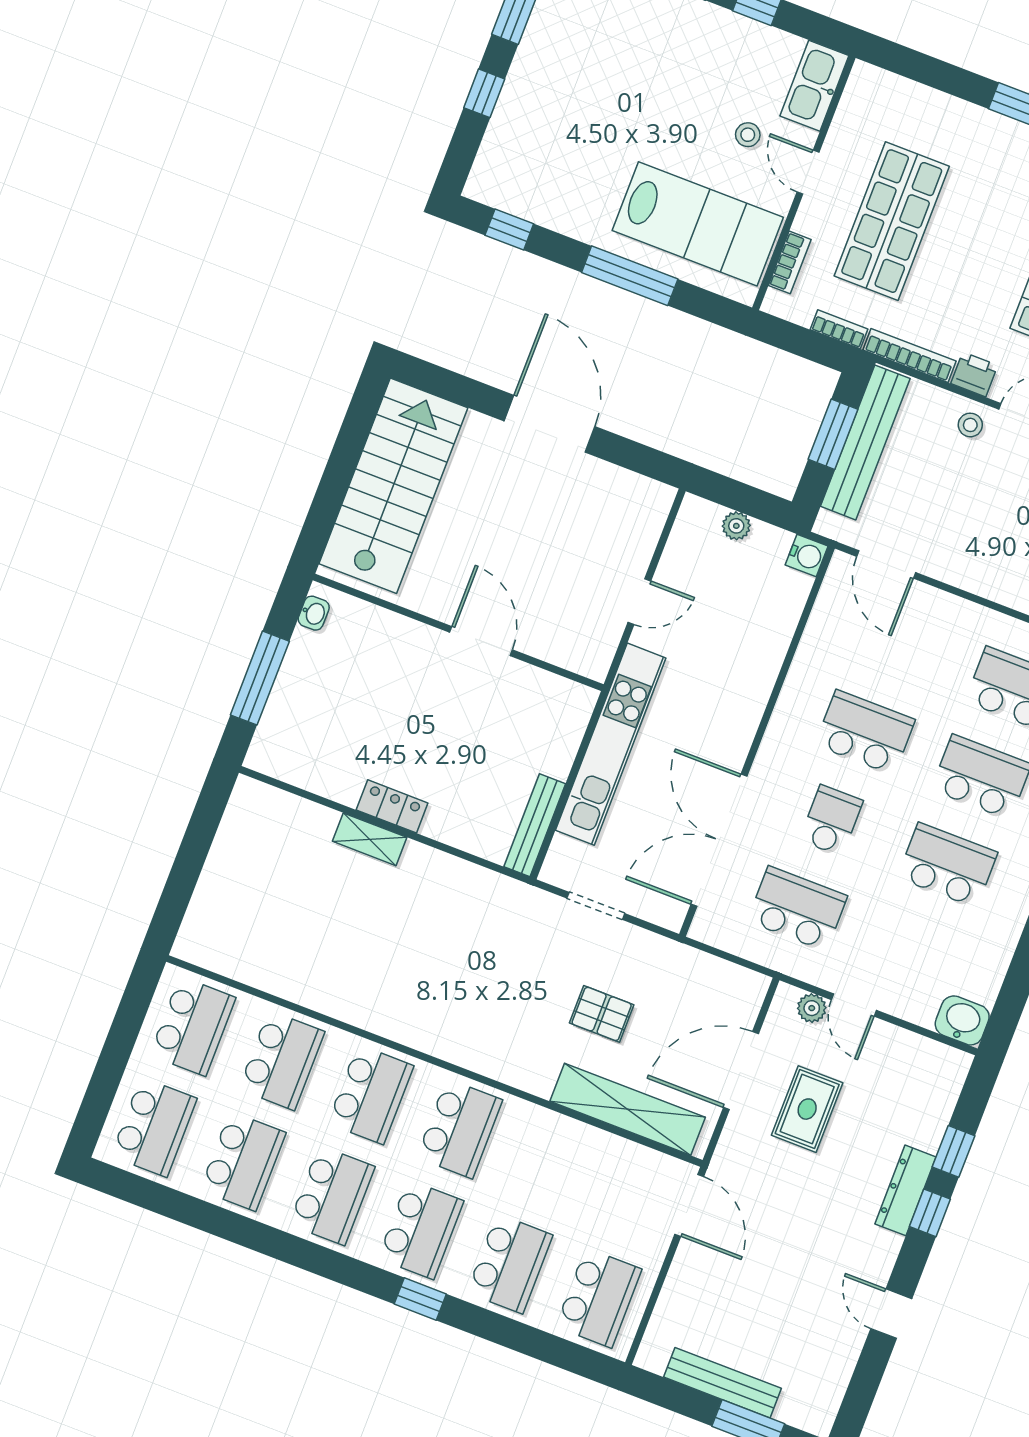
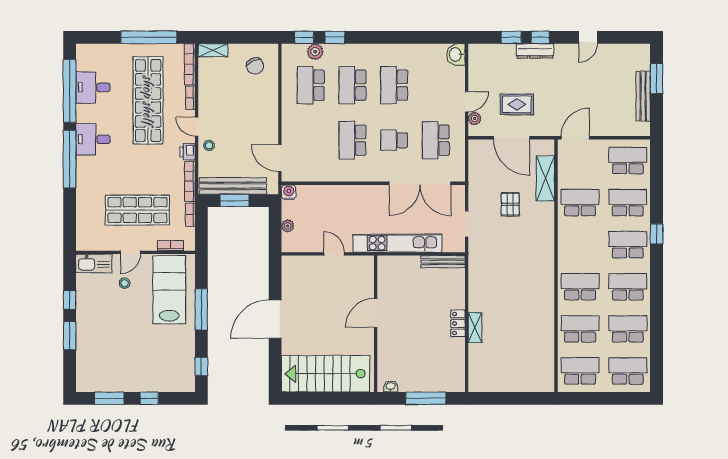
door: (886, 564) -> (280, 158), swing flipped
shelving: (628, 1109) -> (545, 178), width x0.68
school desk: (459, 1129) -> (580, 203), moved

